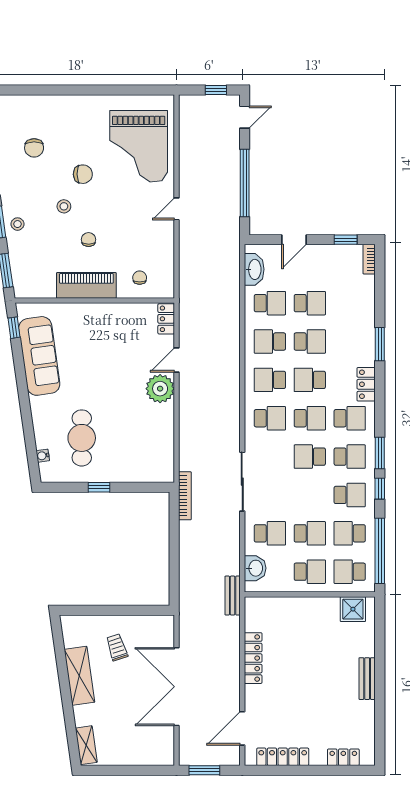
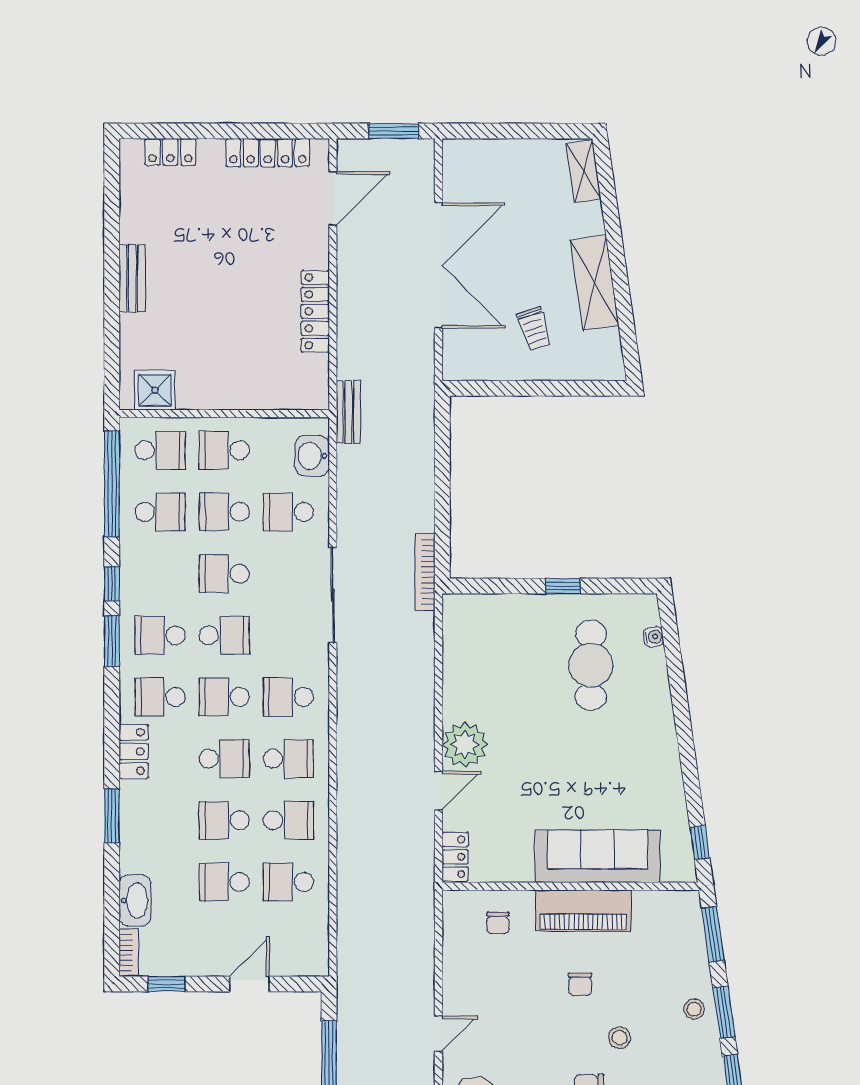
washbasin: (254, 269) -> (135, 900), moved, turned 180
sofa: (39, 356) -> (598, 856), moved, turned 98
school desk: (350, 495) -> (224, 574), moved

